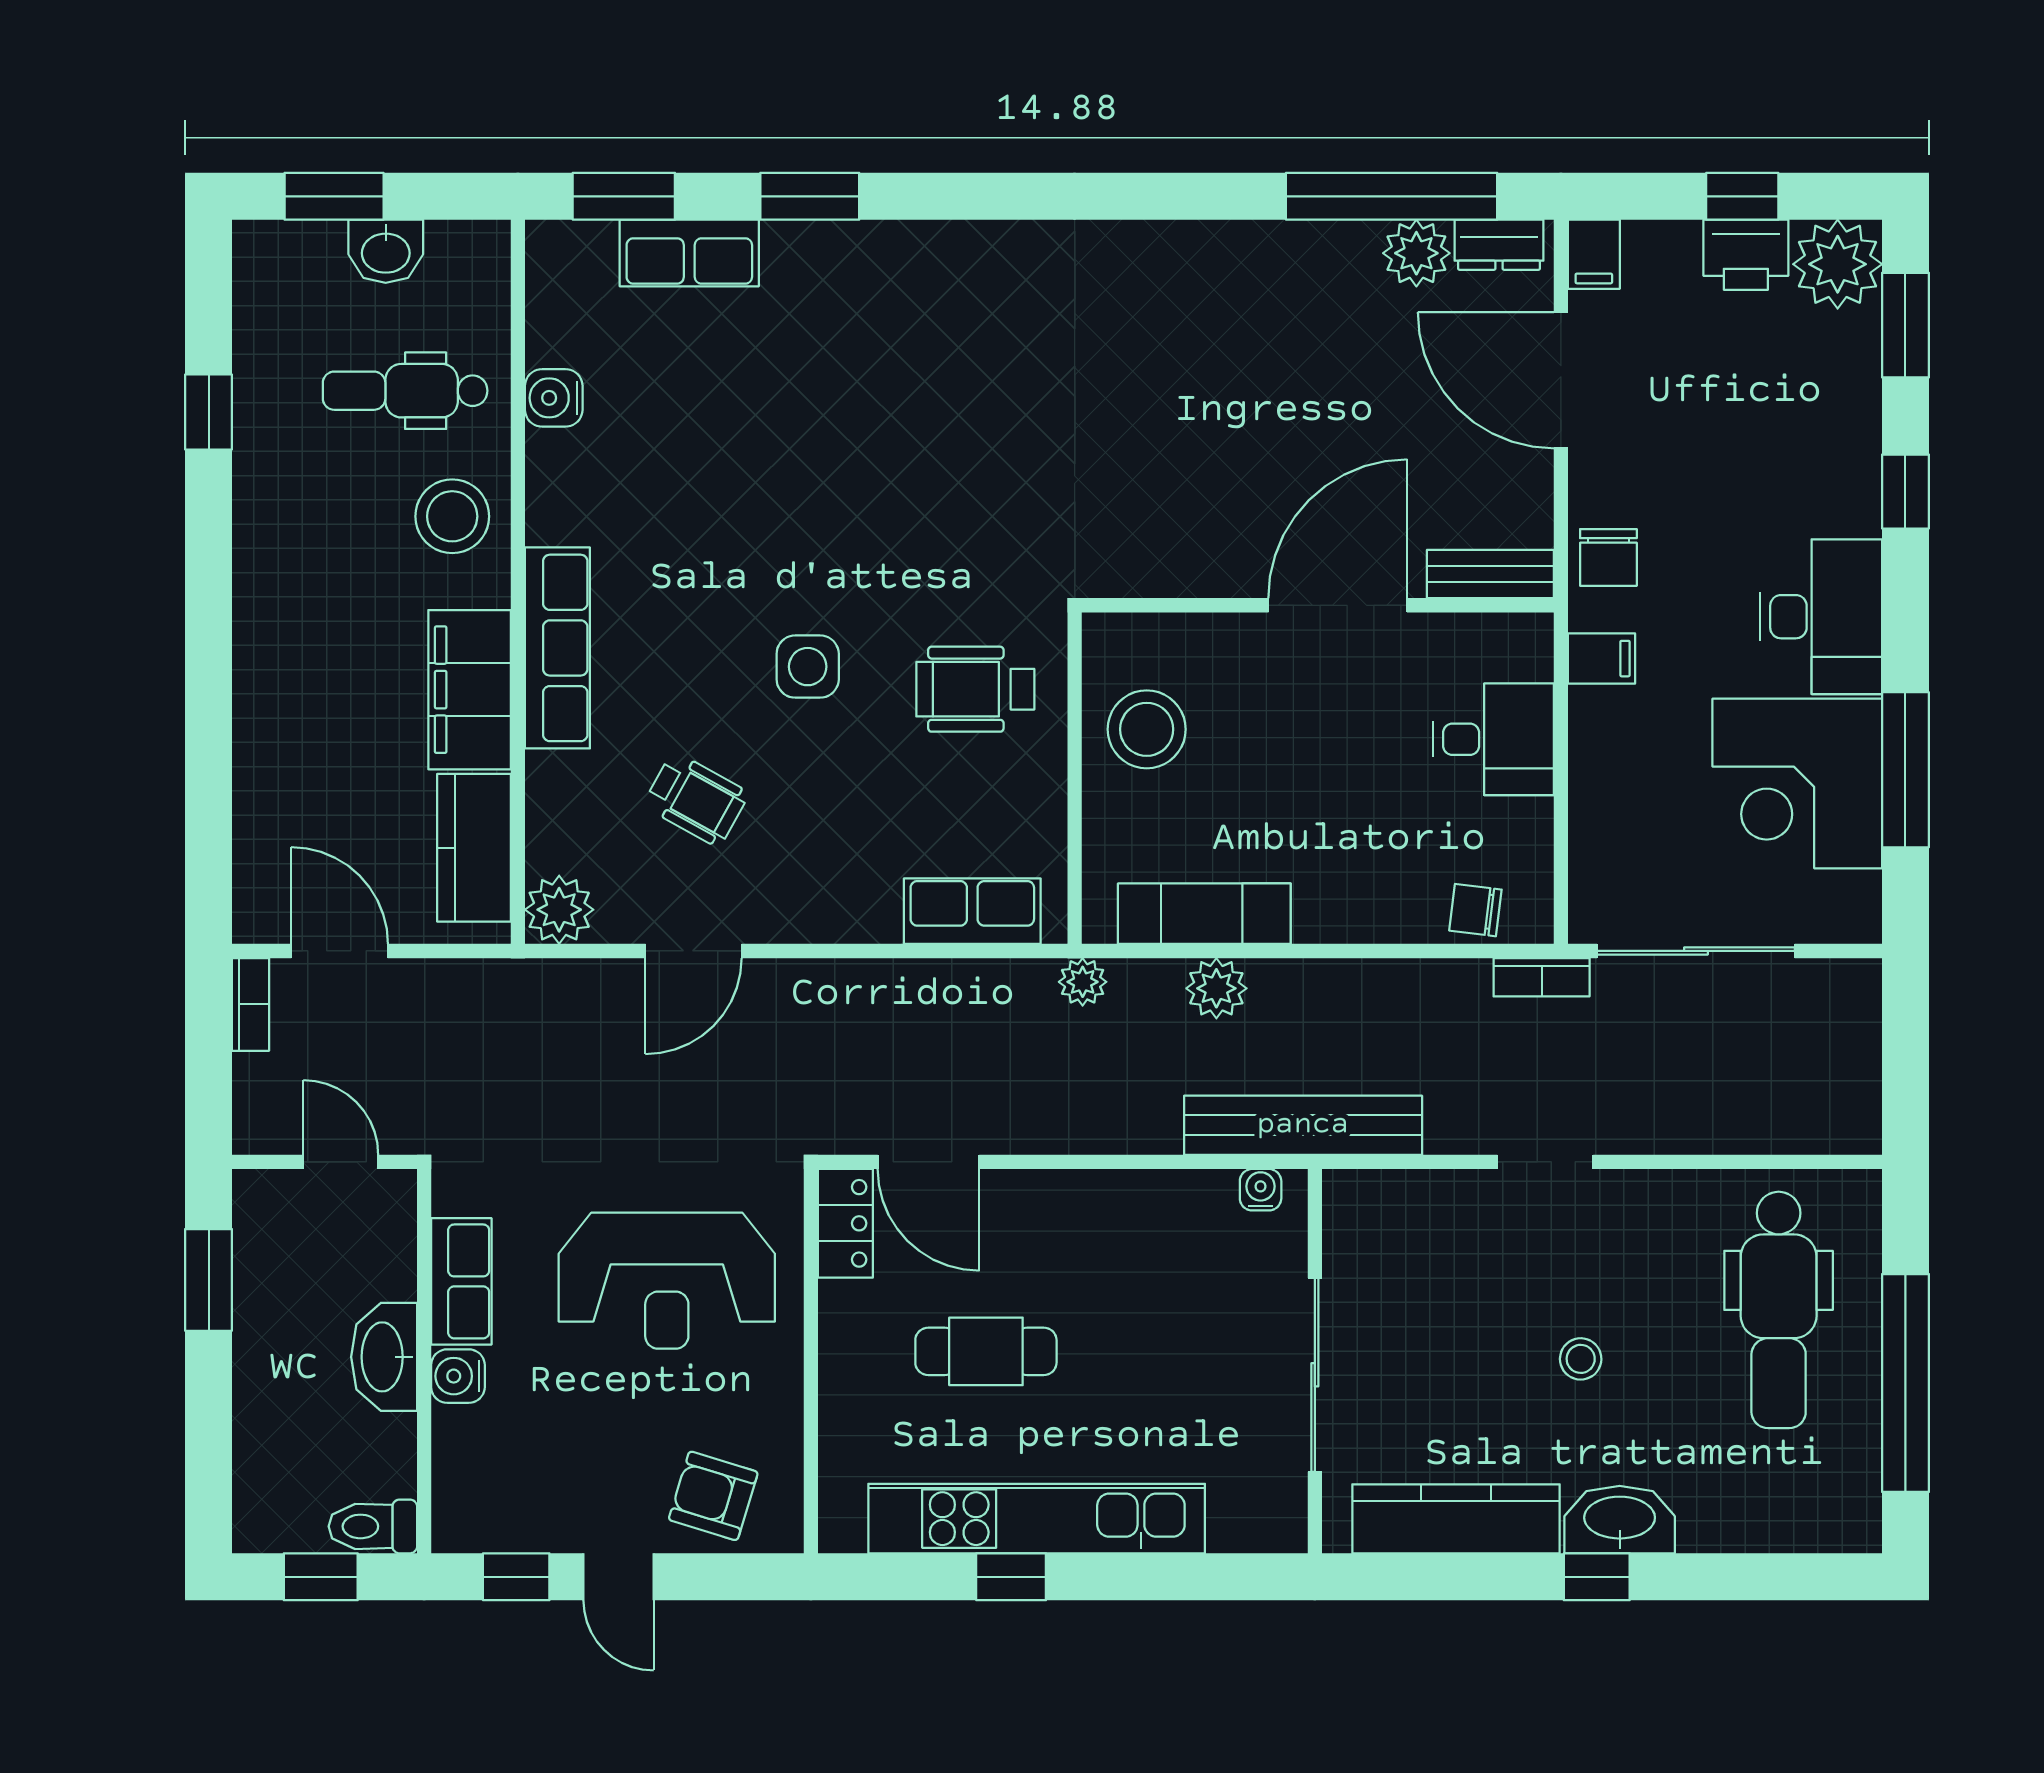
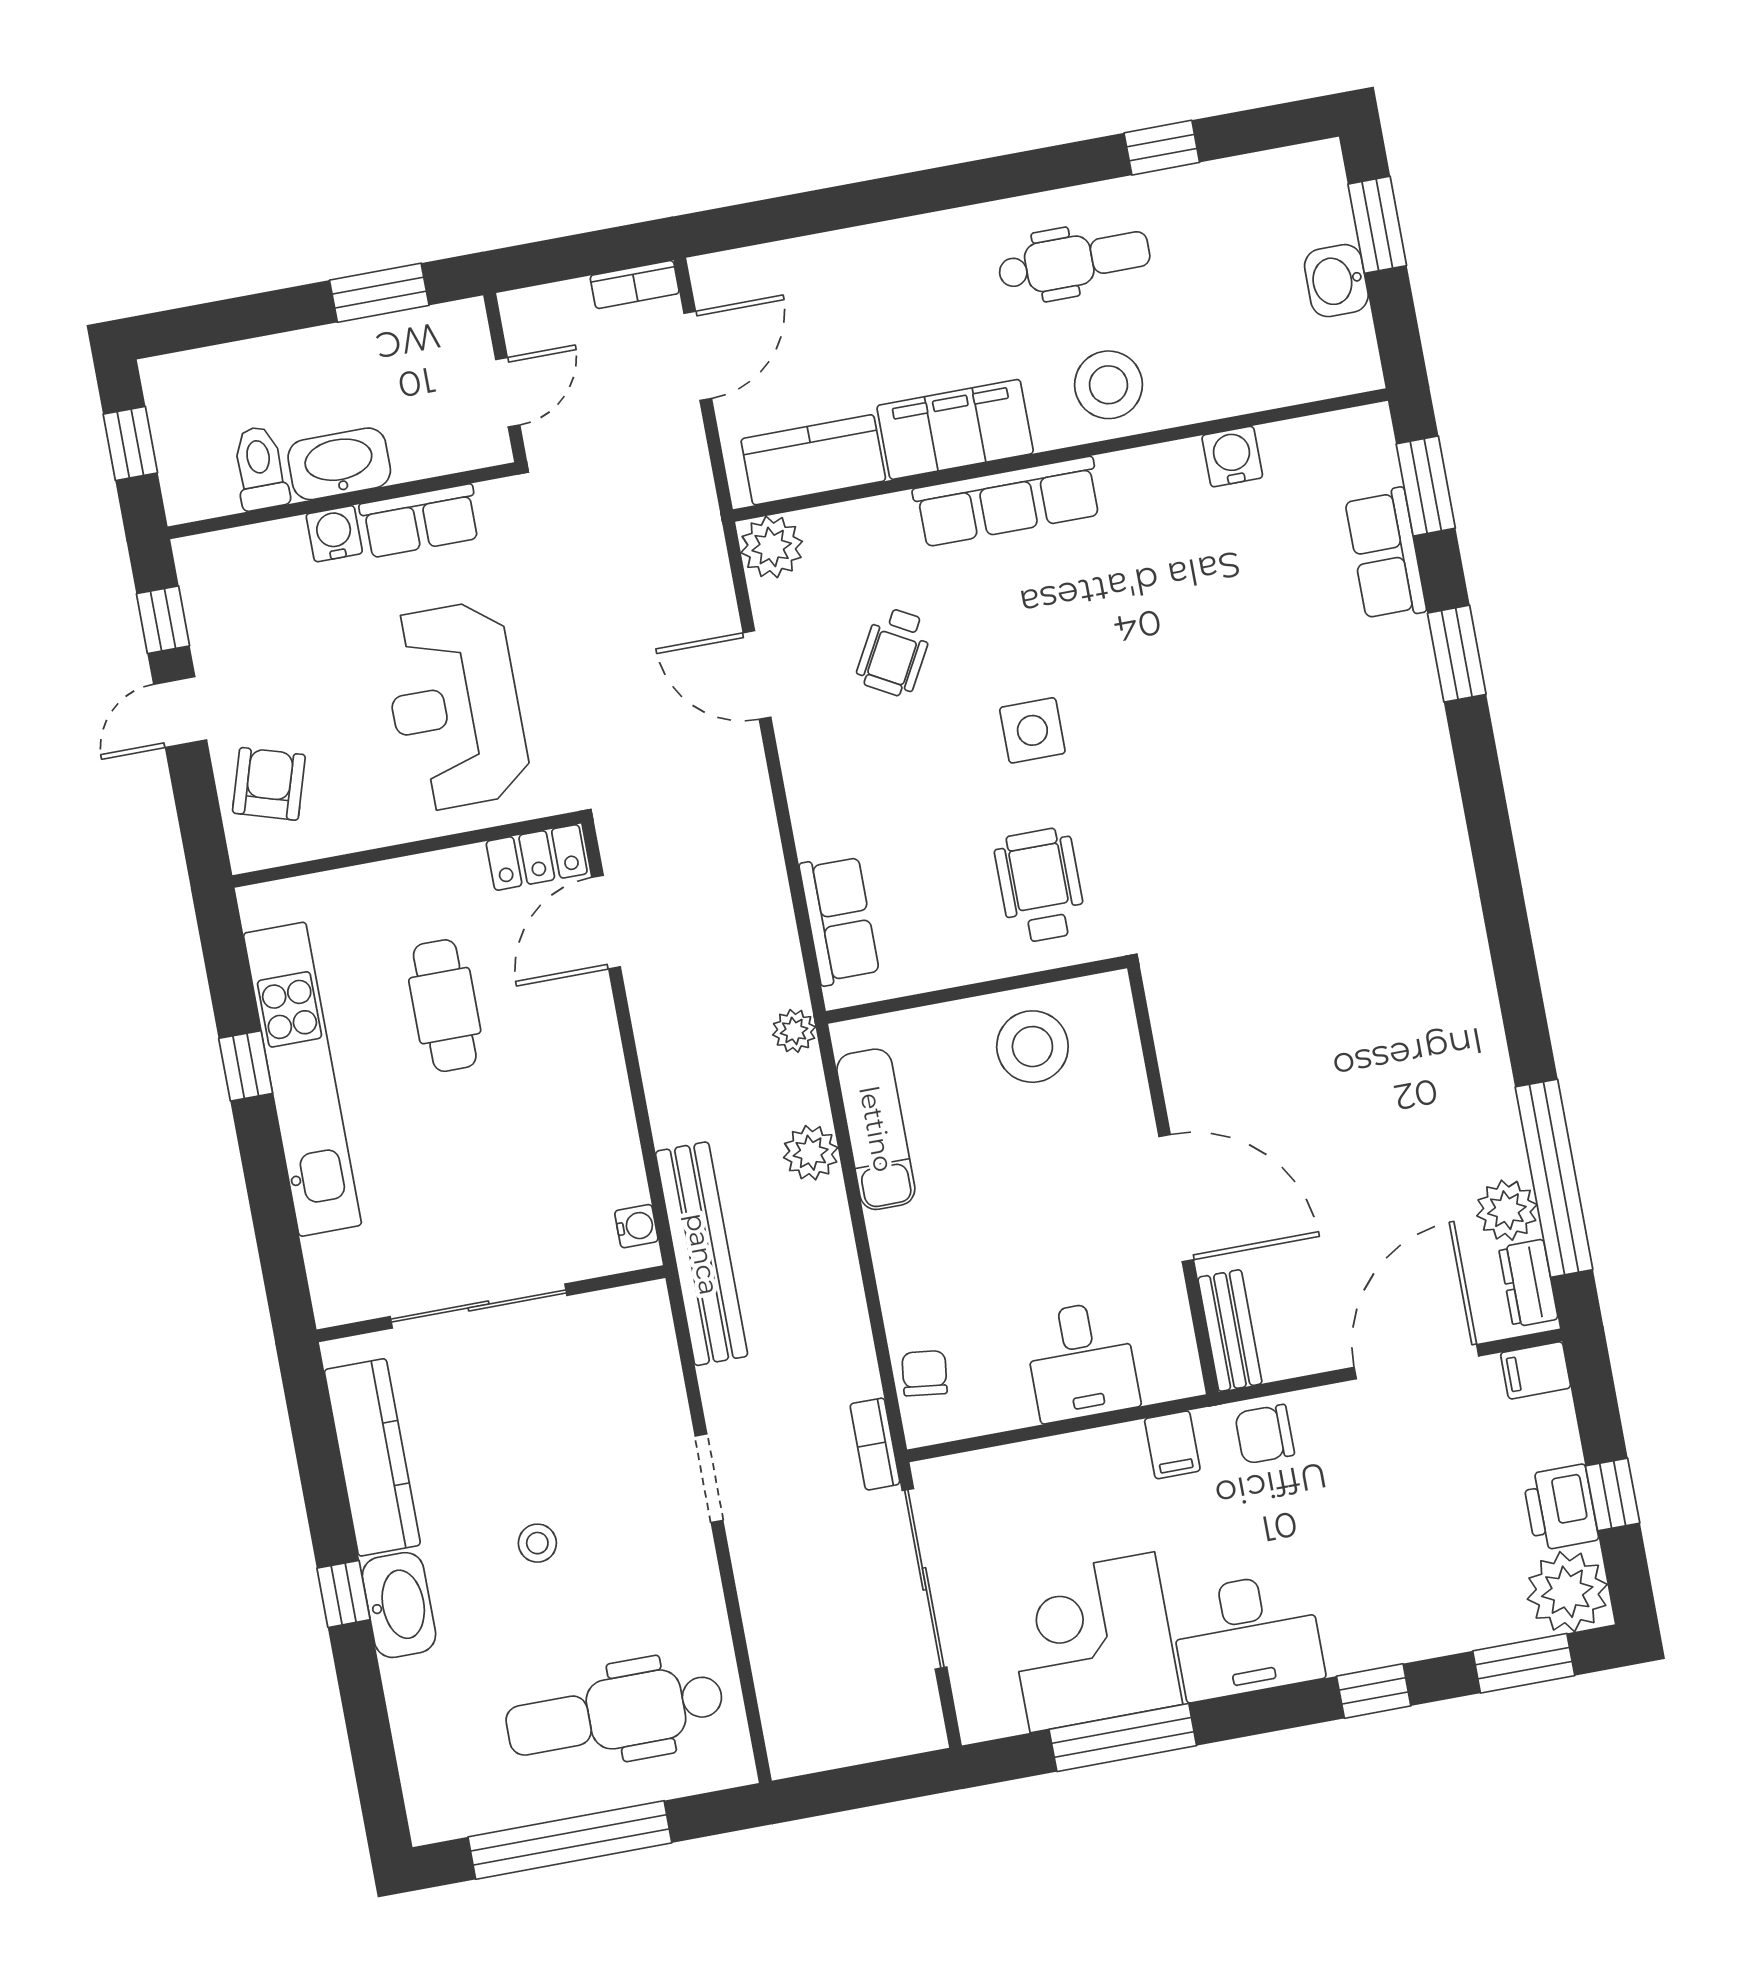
dental chair: (405, 391) -> (1074, 261), moved, turned 90
toilet: (373, 1526) -> (260, 468), moved

